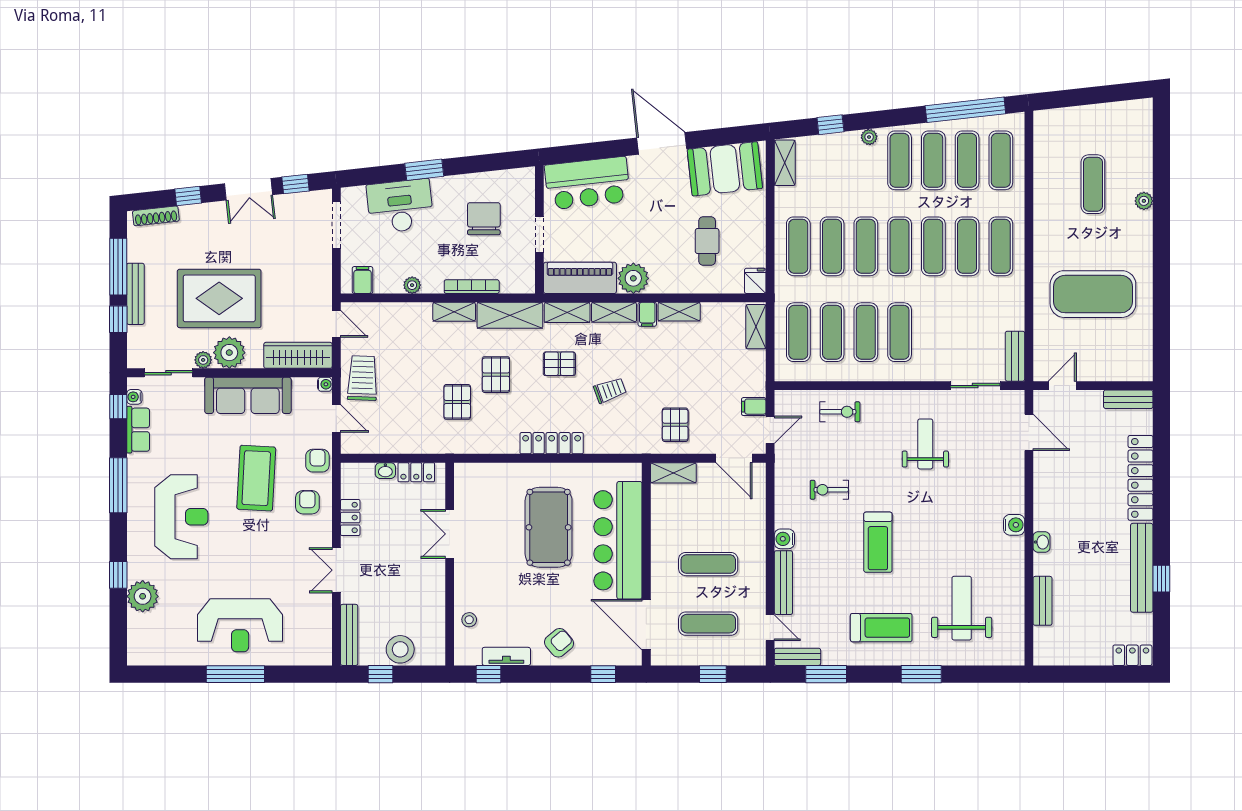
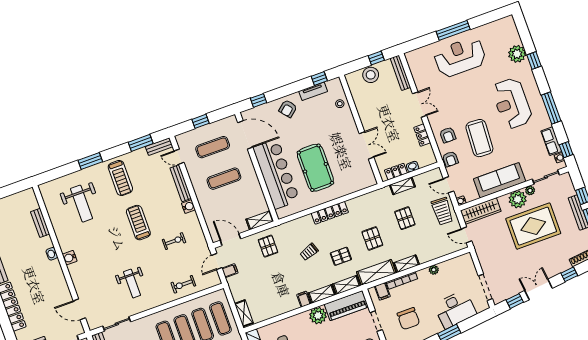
filing cabinet: (362, 280) -> (382, 291), moved
shelving: (679, 312) -> (402, 186), moved
pallet: (457, 402) -> (405, 218), moved
treadmill: (881, 628) -> (120, 178), turned -90

